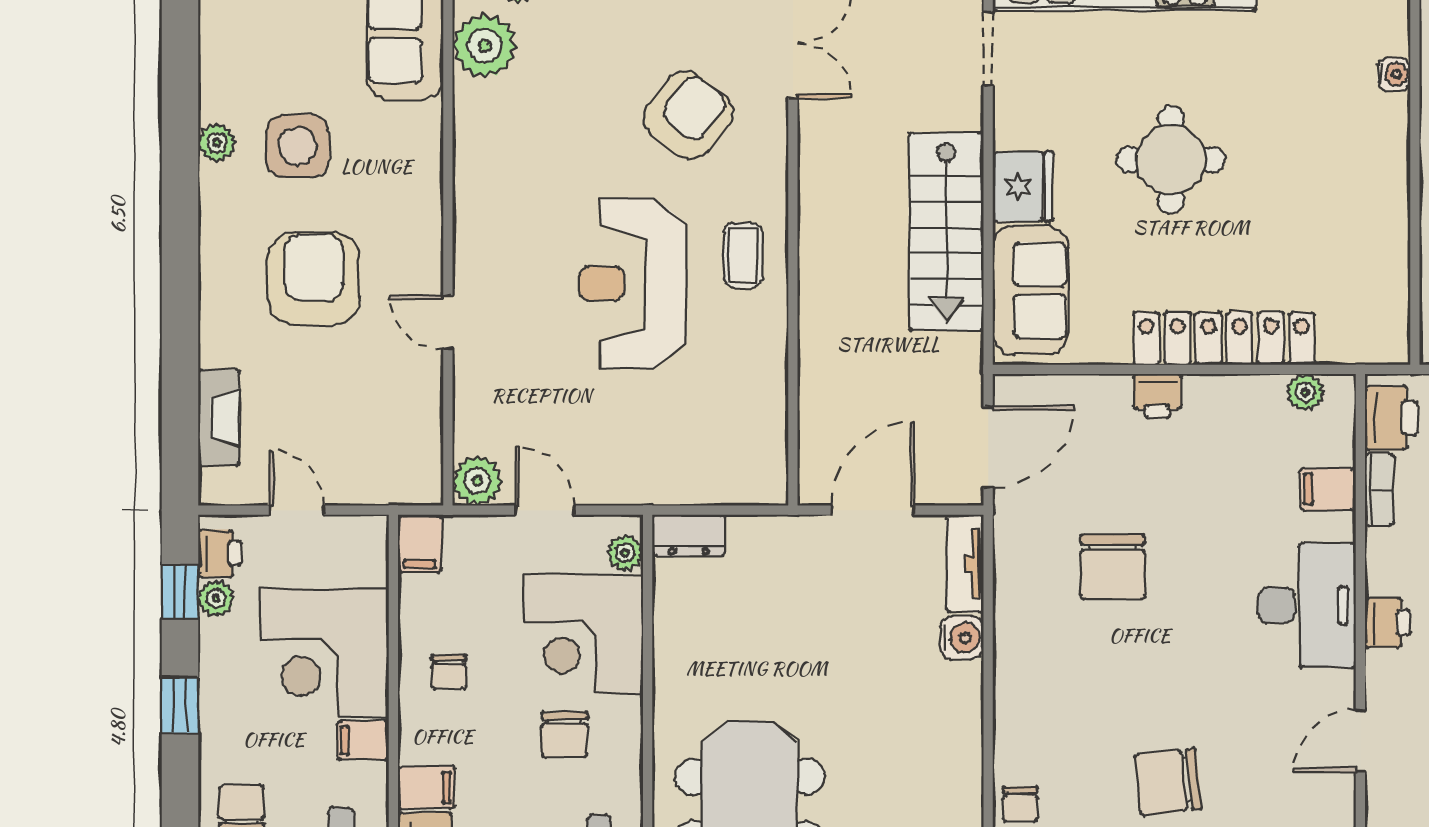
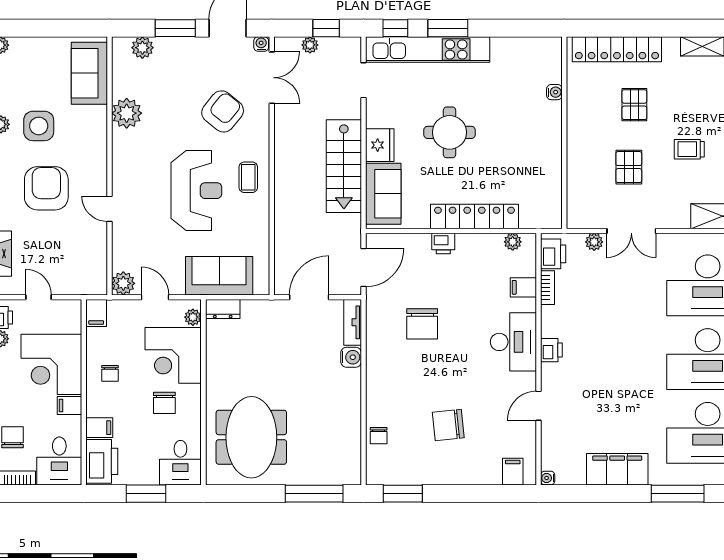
plant: (485, 46) -> (127, 113), moved
reception desk: (633, 283) -> (196, 191), turned 180
sofa: (681, 464) -> (219, 276), added

